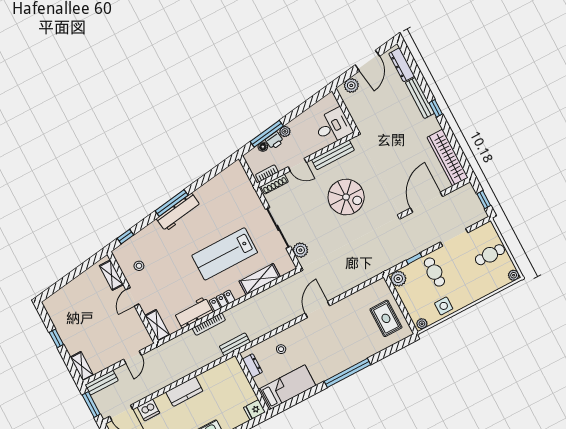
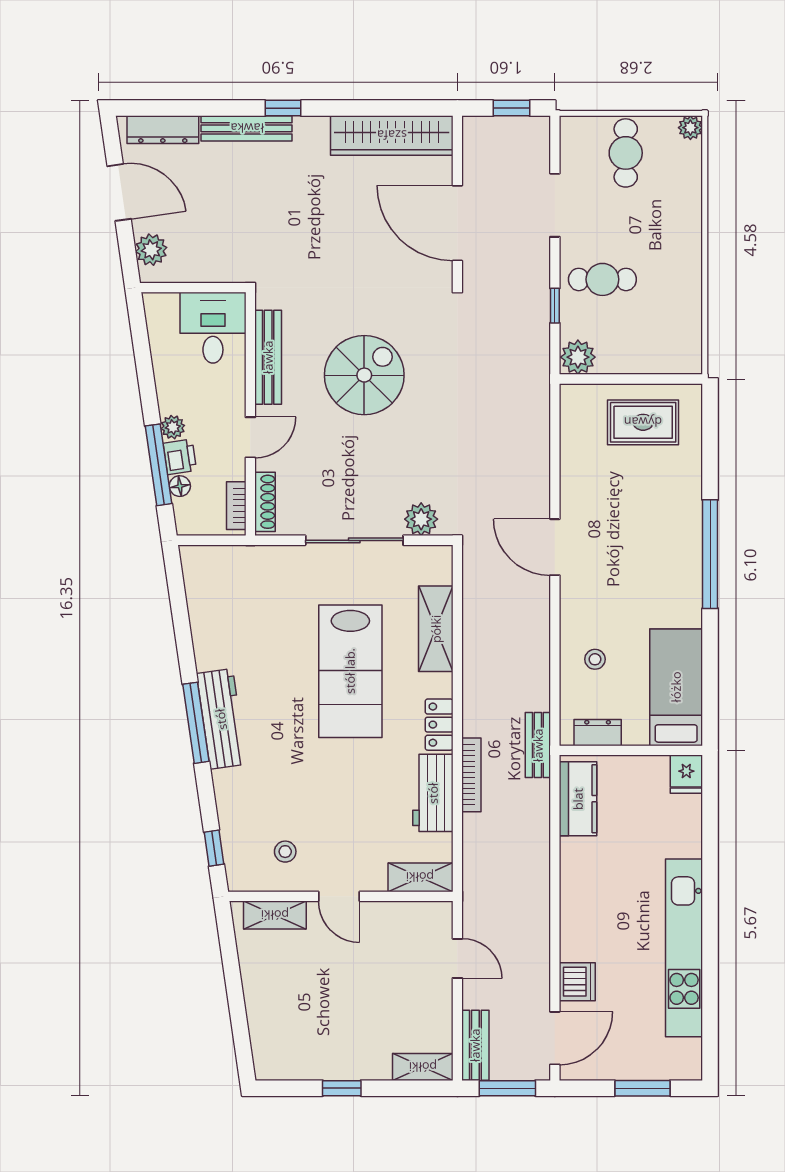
side table: (444, 306) -> (678, 296), removed
plant: (422, 324) -> (691, 357), removed
kitchen counter: (184, 391) -> (578, 799), moved

